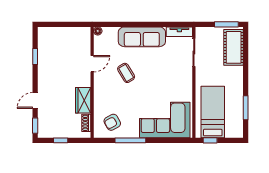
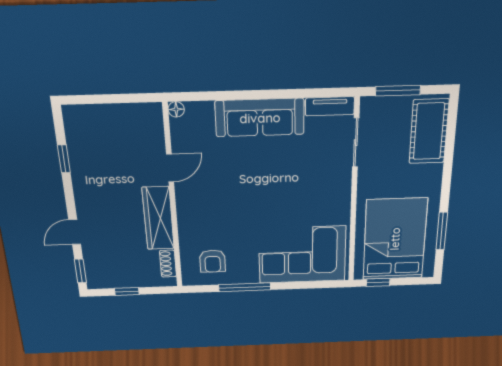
window: (226, 24) -> (398, 91), moved
coffee table: (126, 73) -> (233, 182), removed
wardrobe: (83, 100) -> (158, 218), width x1.50
bed: (213, 112) -> (395, 239), width x1.50
armchair: (112, 122) -> (213, 261), turned -62

